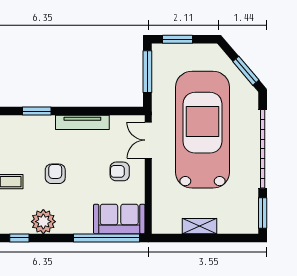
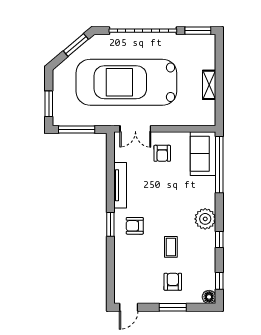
armchair: (55, 174) -> (135, 226), moved

